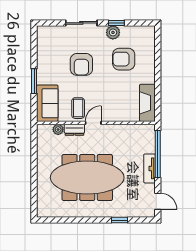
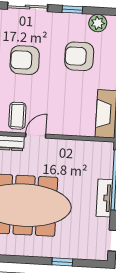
plant: (113, 32) -> (98, 23), moved
armchair: (81, 64) -> (25, 60), turned 90

